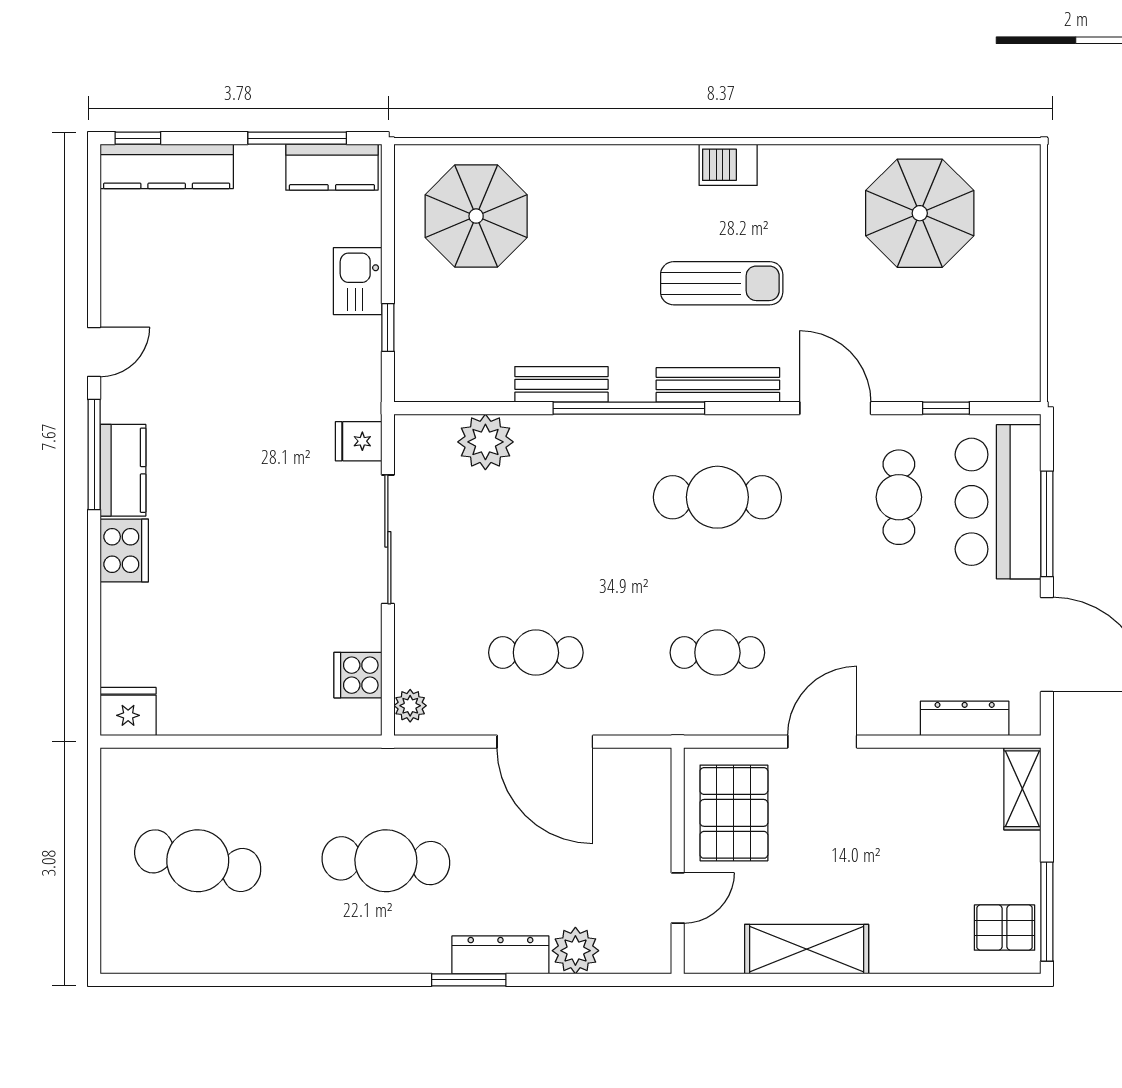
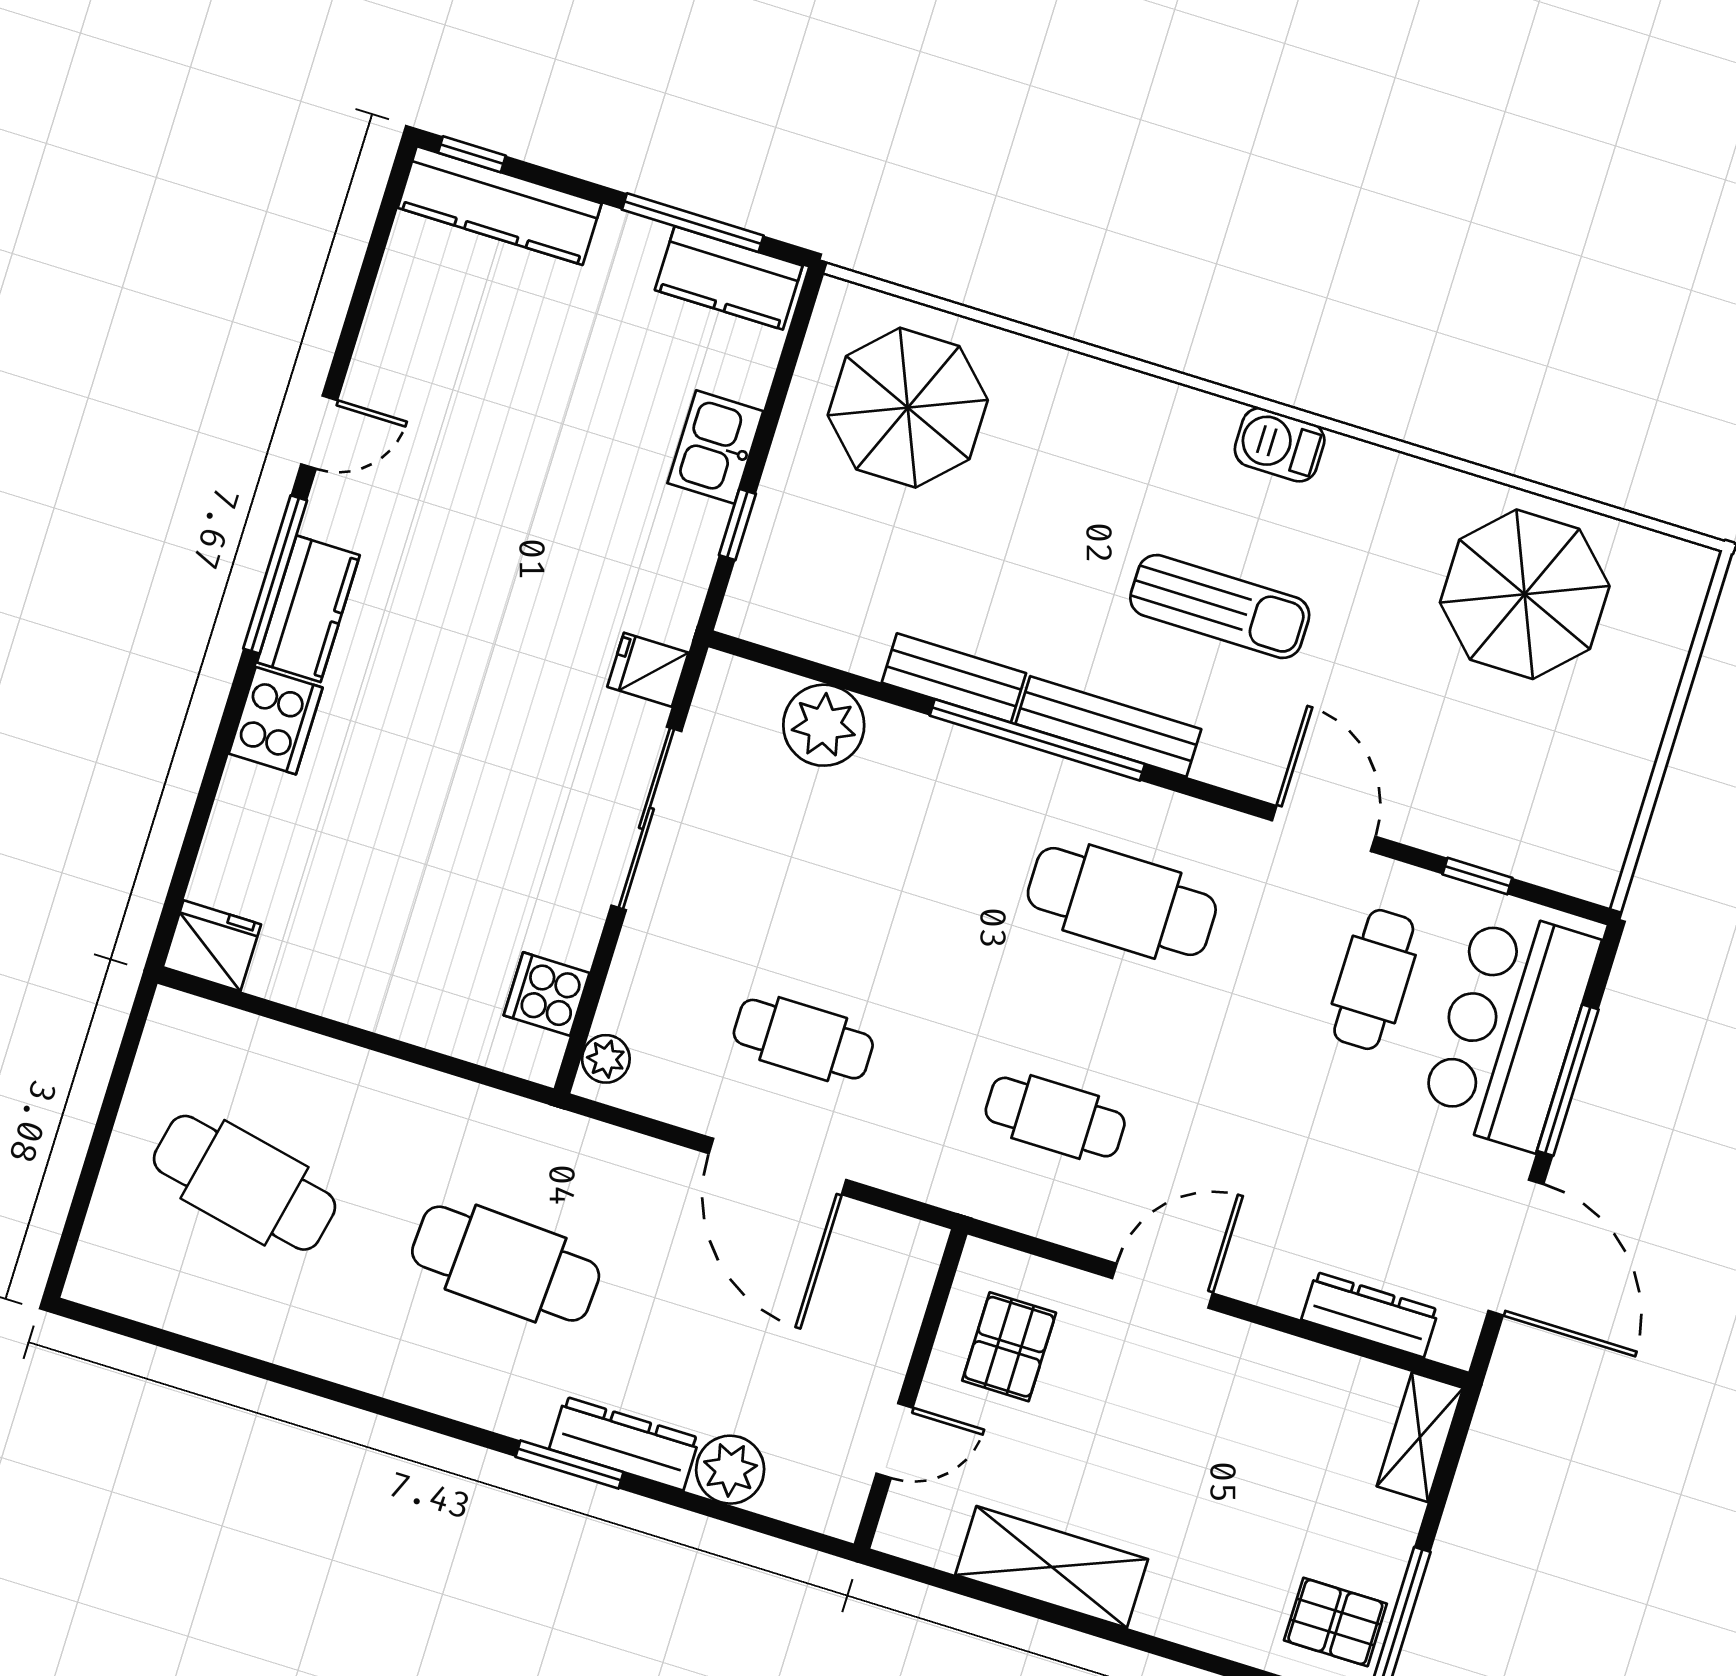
bench: (718, 385) -> (1108, 727), moved
pallet: (734, 813) -> (1009, 1347), width x0.67, depth x0.71

